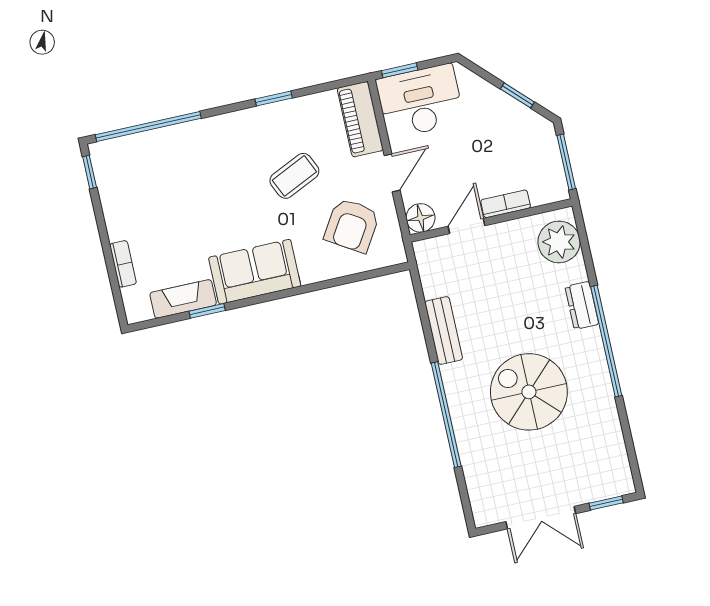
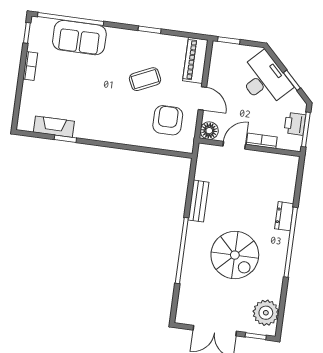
desk: (420, 101) -> (264, 79), moved, turned 45
printer: (546, 160) -> (295, 124), added
door: (392, 173) -> (202, 98), hinge flipped
armchair: (352, 225) -> (168, 120), turned 148
plant: (559, 242) -> (266, 313), moved
bookcase: (123, 264) -> (30, 66), moved
sofa: (255, 272) -> (79, 38), moved, turned 180
spiral stairs: (529, 392) -> (235, 255), turned 180

